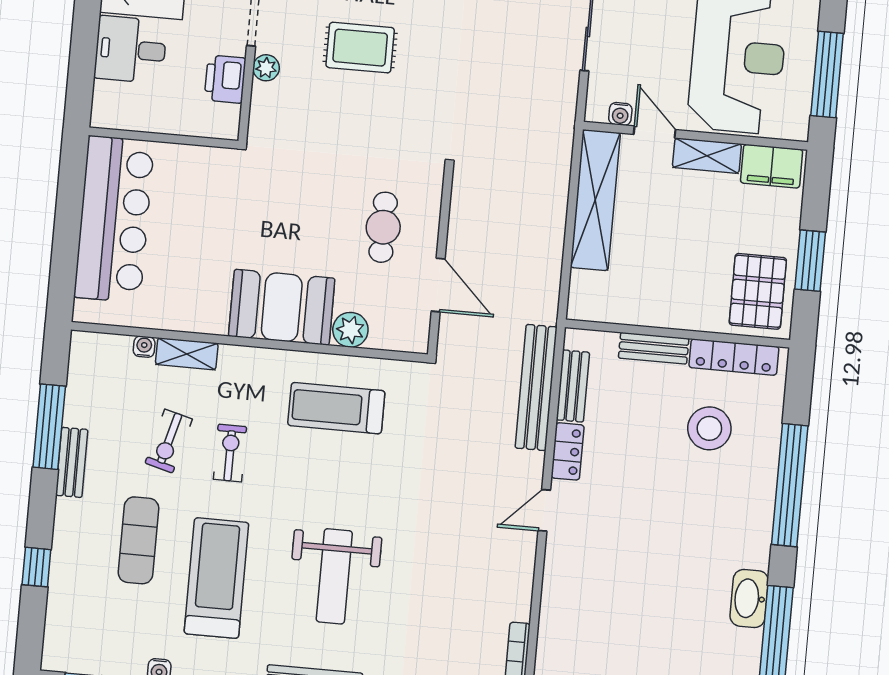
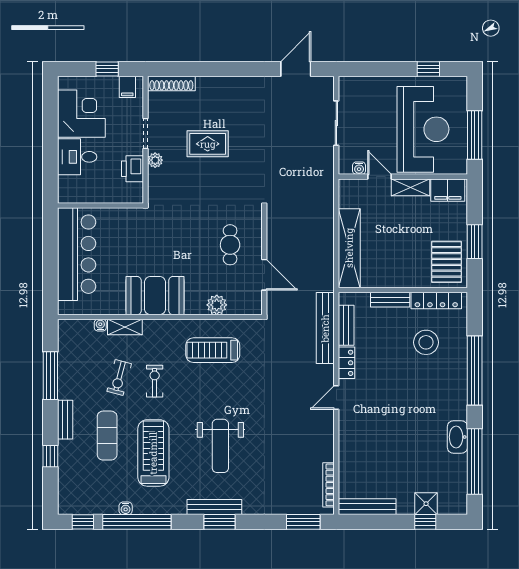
shelving: (595, 200) -> (349, 248), moved
booth: (282, 307) -> (155, 296), moved
bench: (72, 462) -> (65, 420), moved

